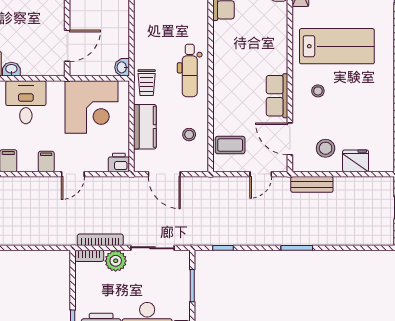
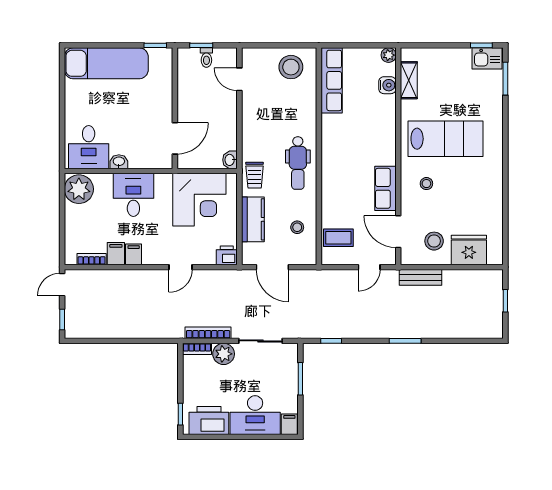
fridge: (356, 161) -> (469, 250), width x1.36, depth x1.34
filing cabinet: (46, 162) -> (134, 254), moved

